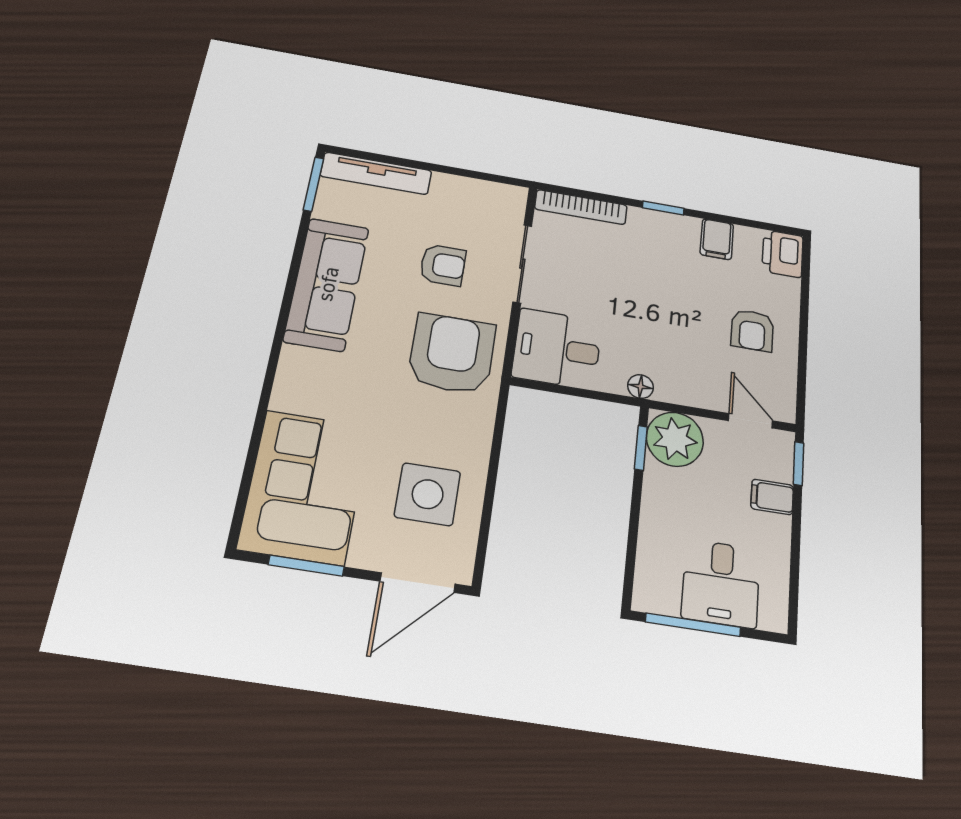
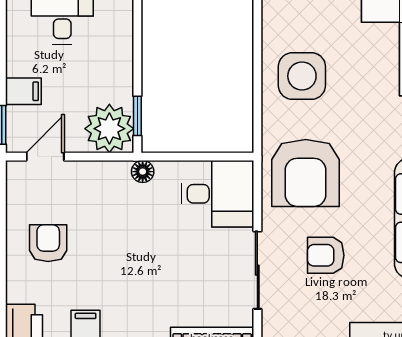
door: (751, 421) -> (45, 157), swing flipped
side table: (428, 494) -> (302, 76), moved

